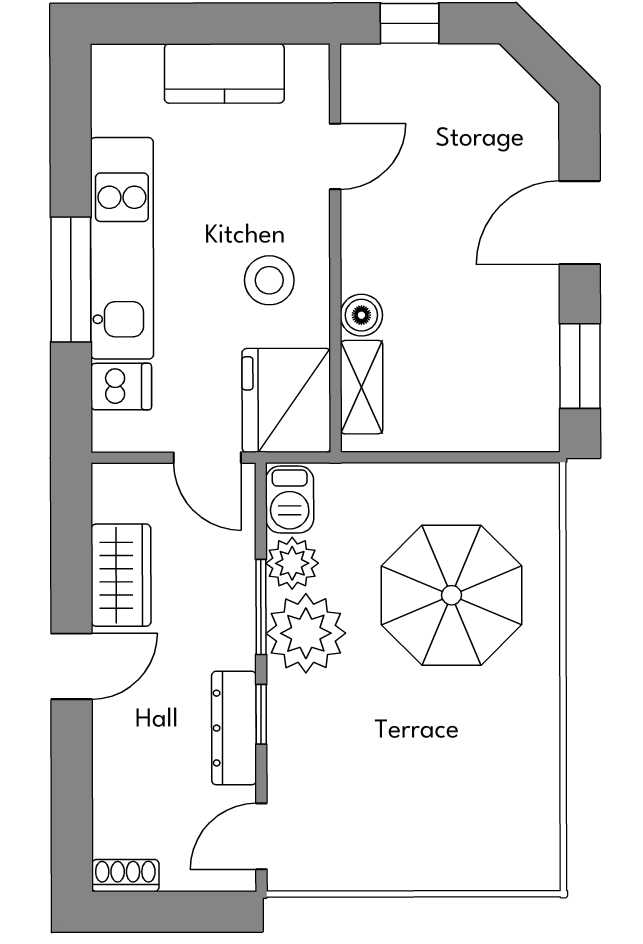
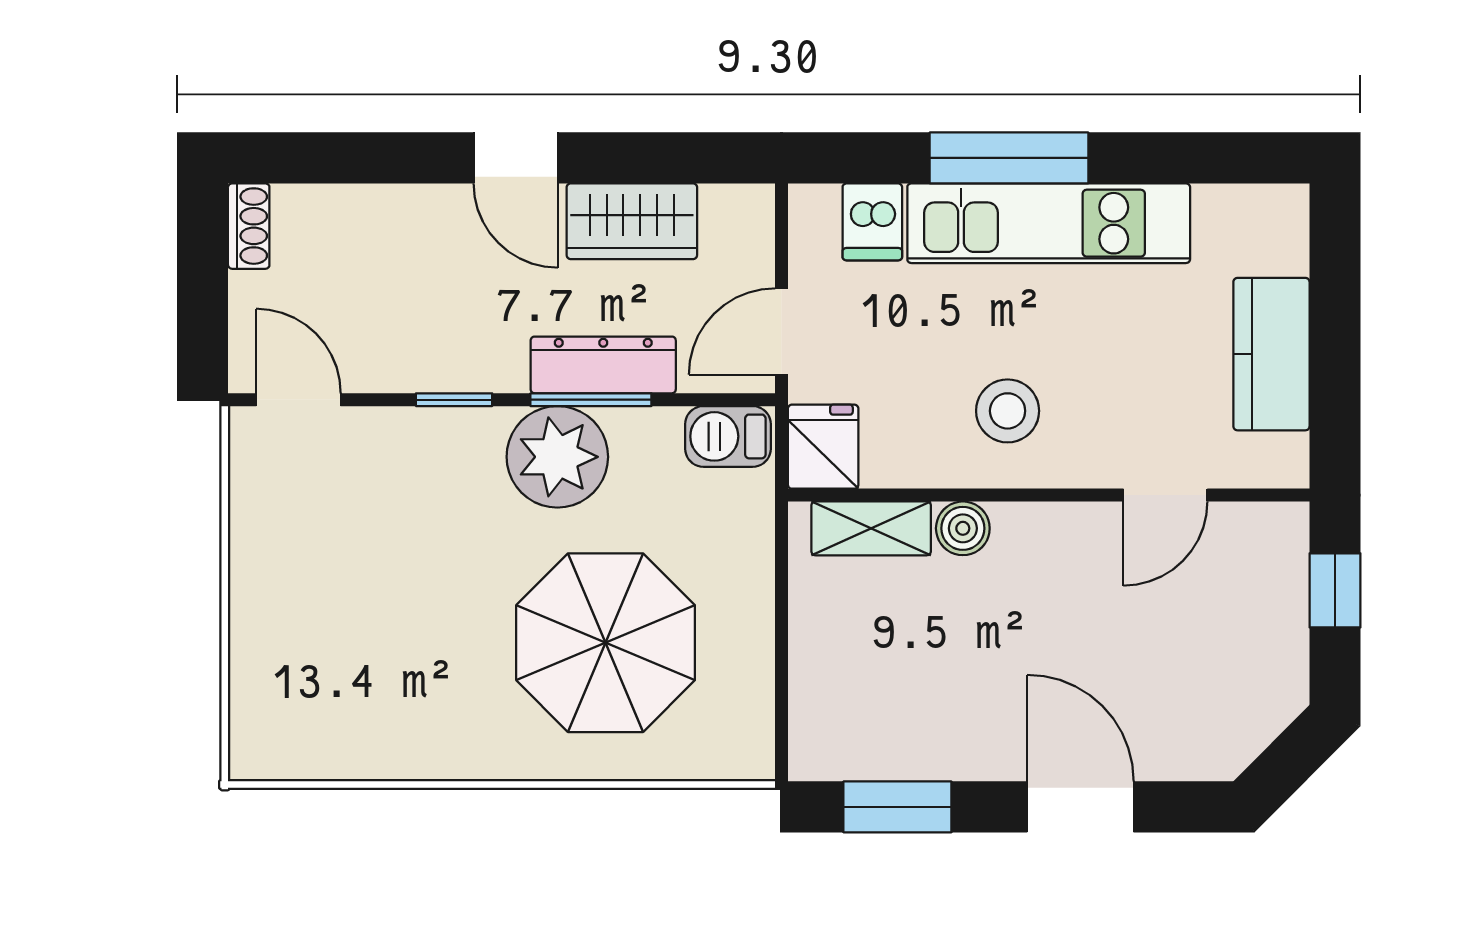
door: (335, 156) -> (1165, 495), hinge flipped
fridge: (286, 400) -> (823, 447), width x0.53, depth x0.75
plant: (292, 563) -> (647, 439), removed
dresser: (234, 728) -> (603, 365), moved

